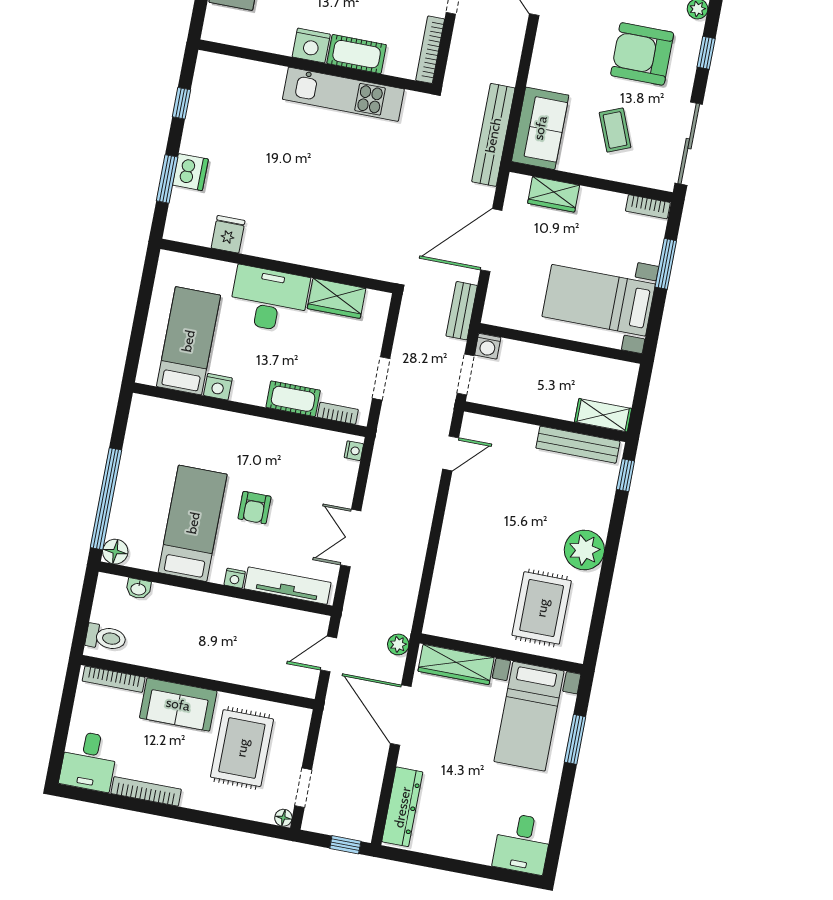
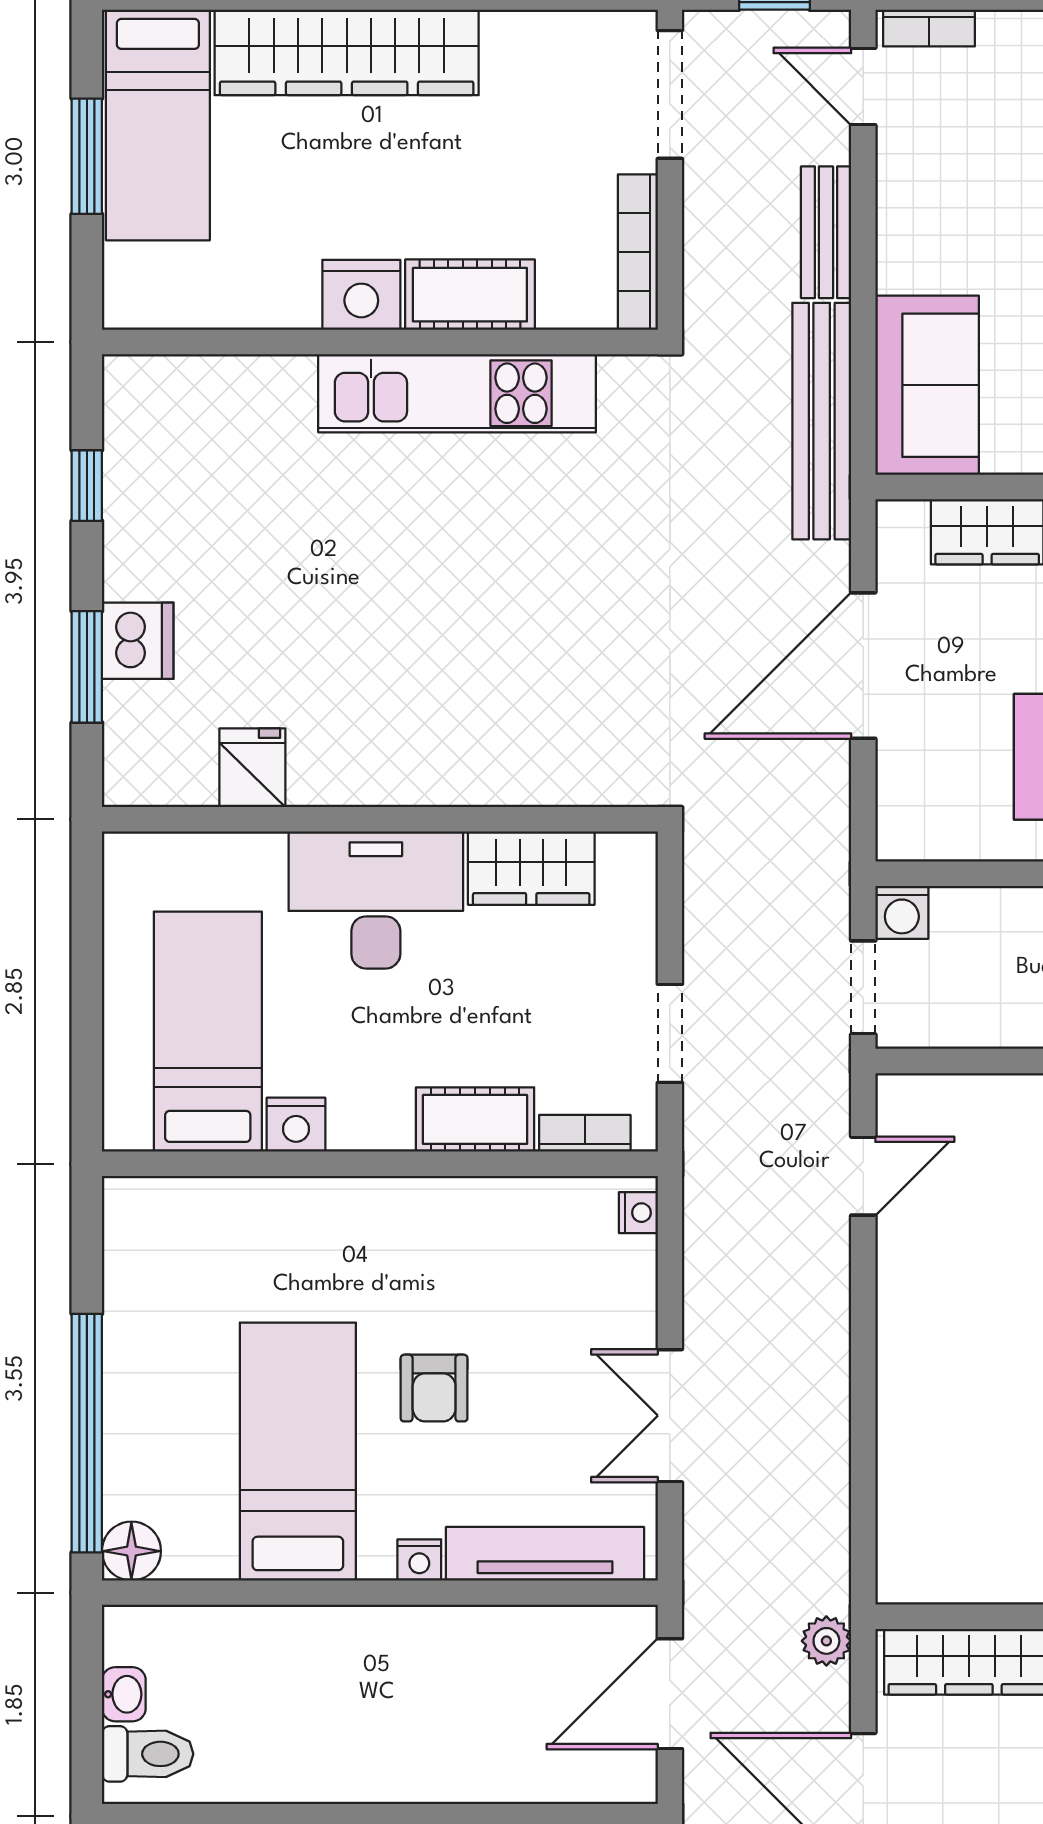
bench: (462, 311) -> (826, 232), moved
washbasin: (138, 589) -> (124, 1694), moved, turned -90
door: (329, 654) -> (670, 1694), width x1.38

